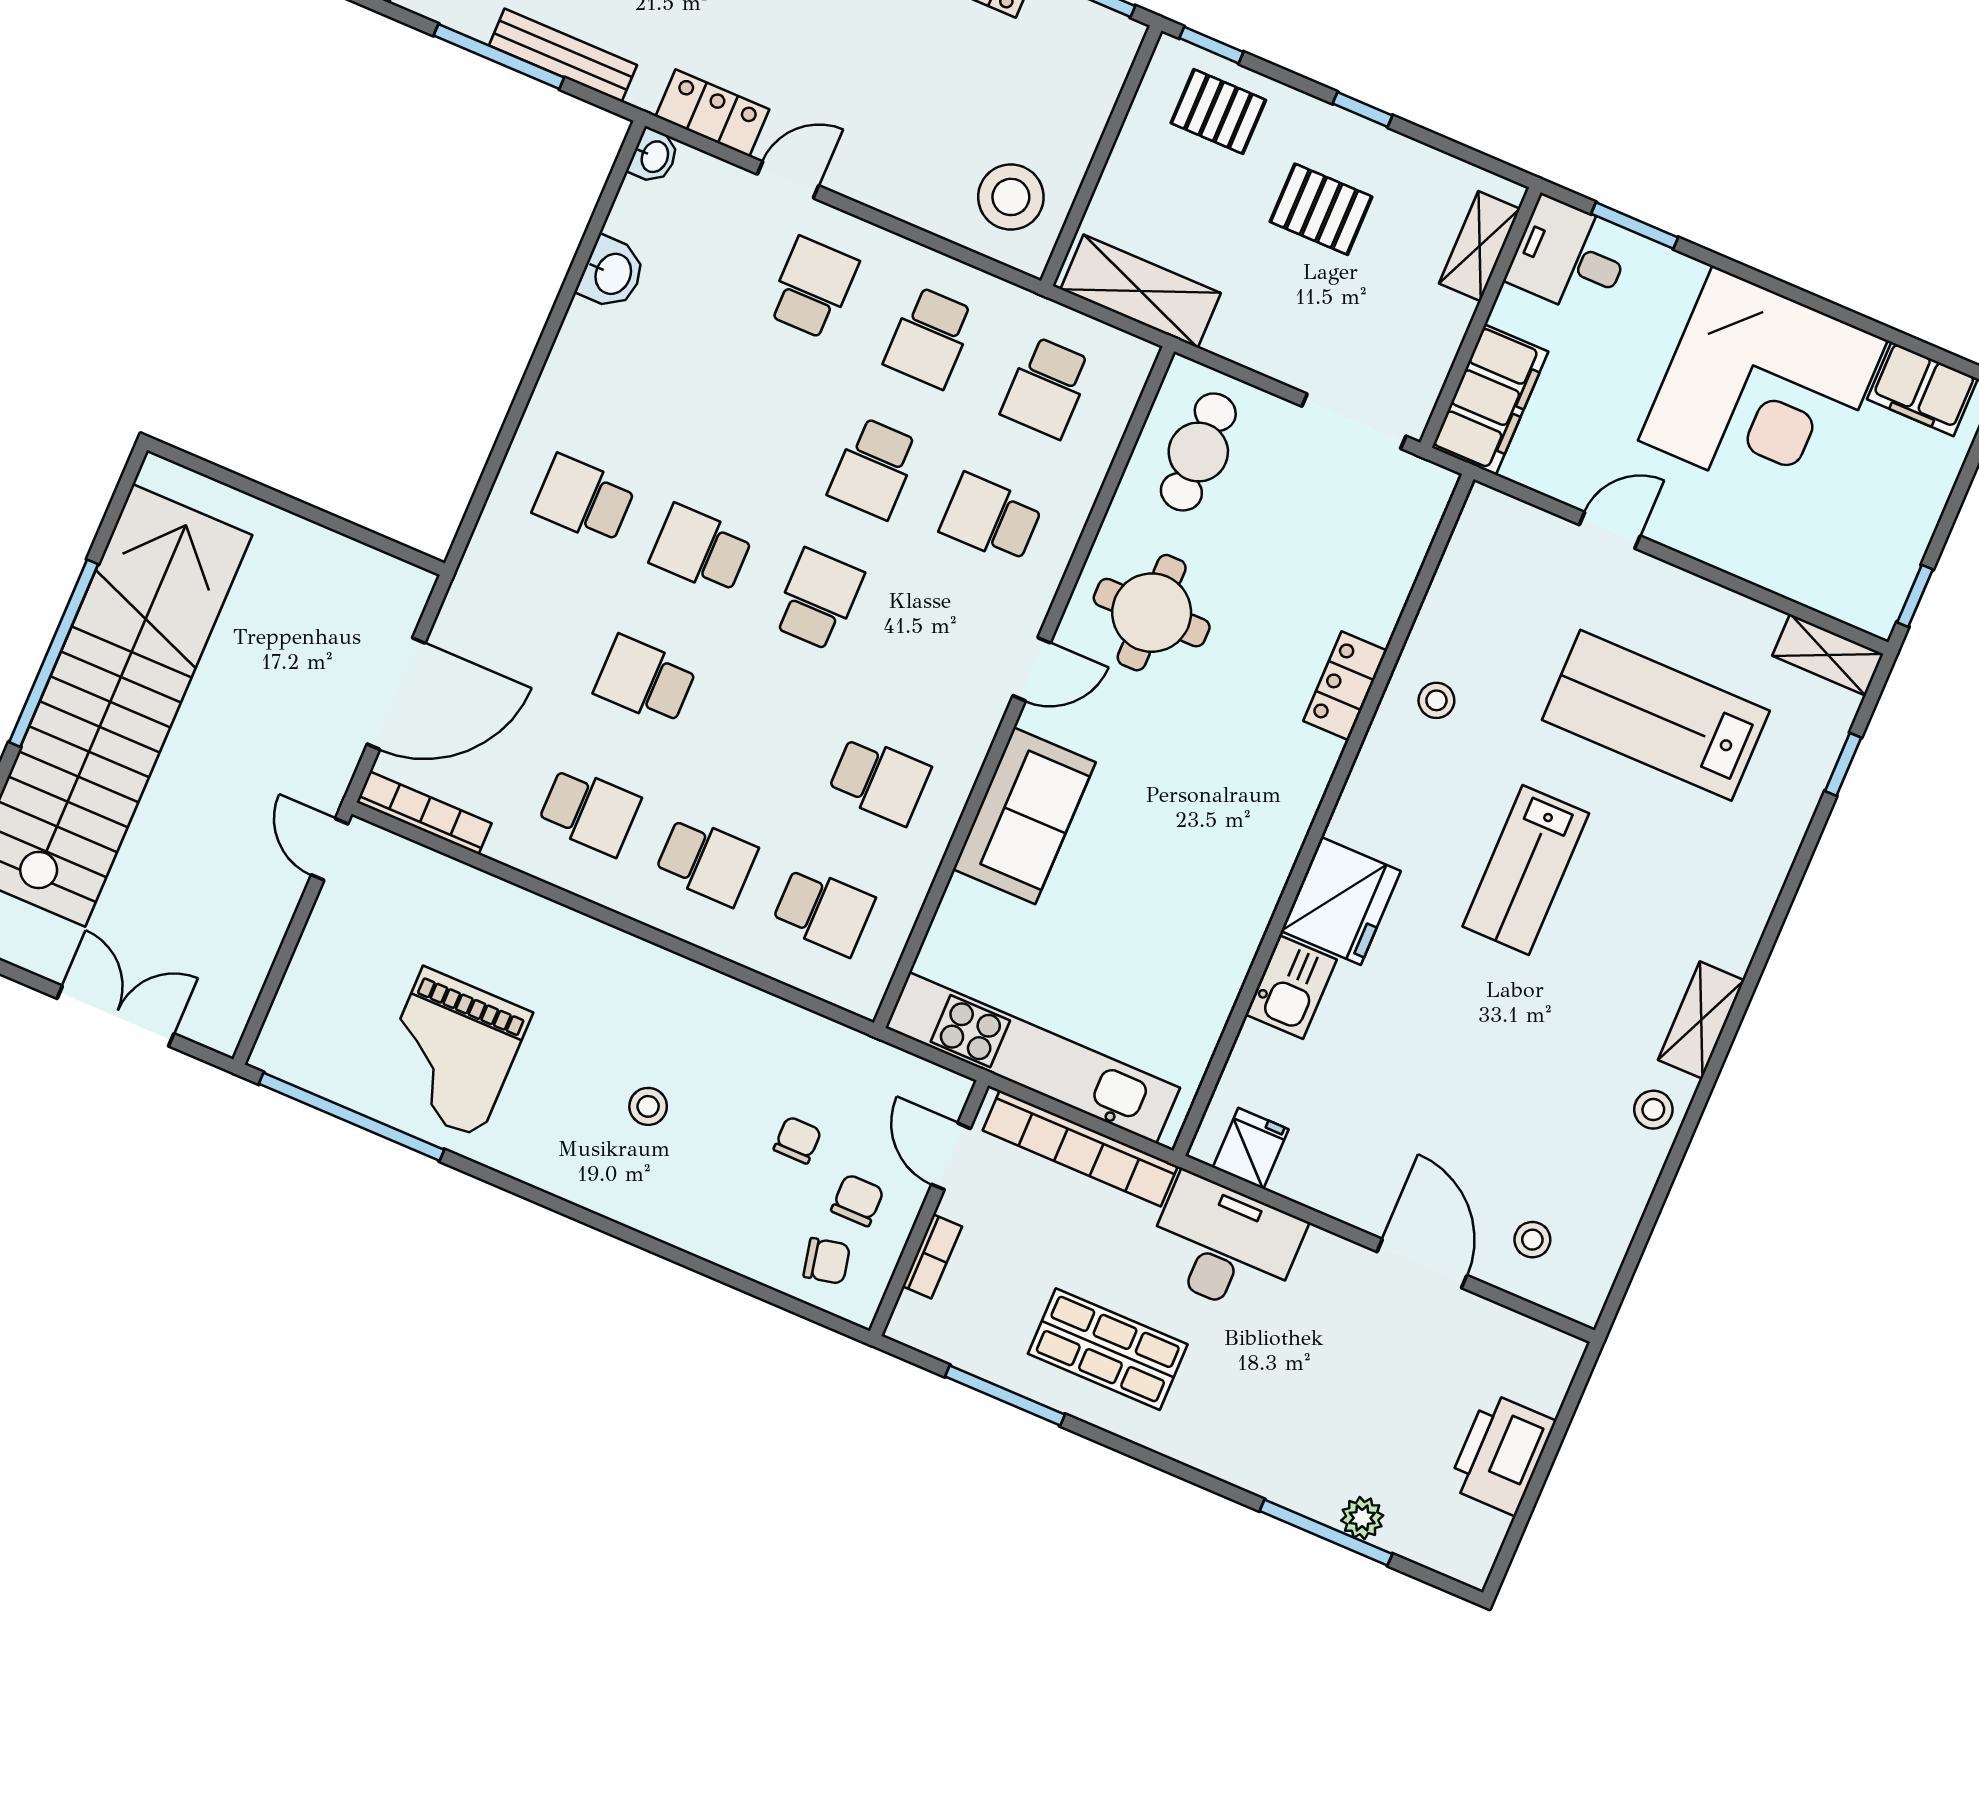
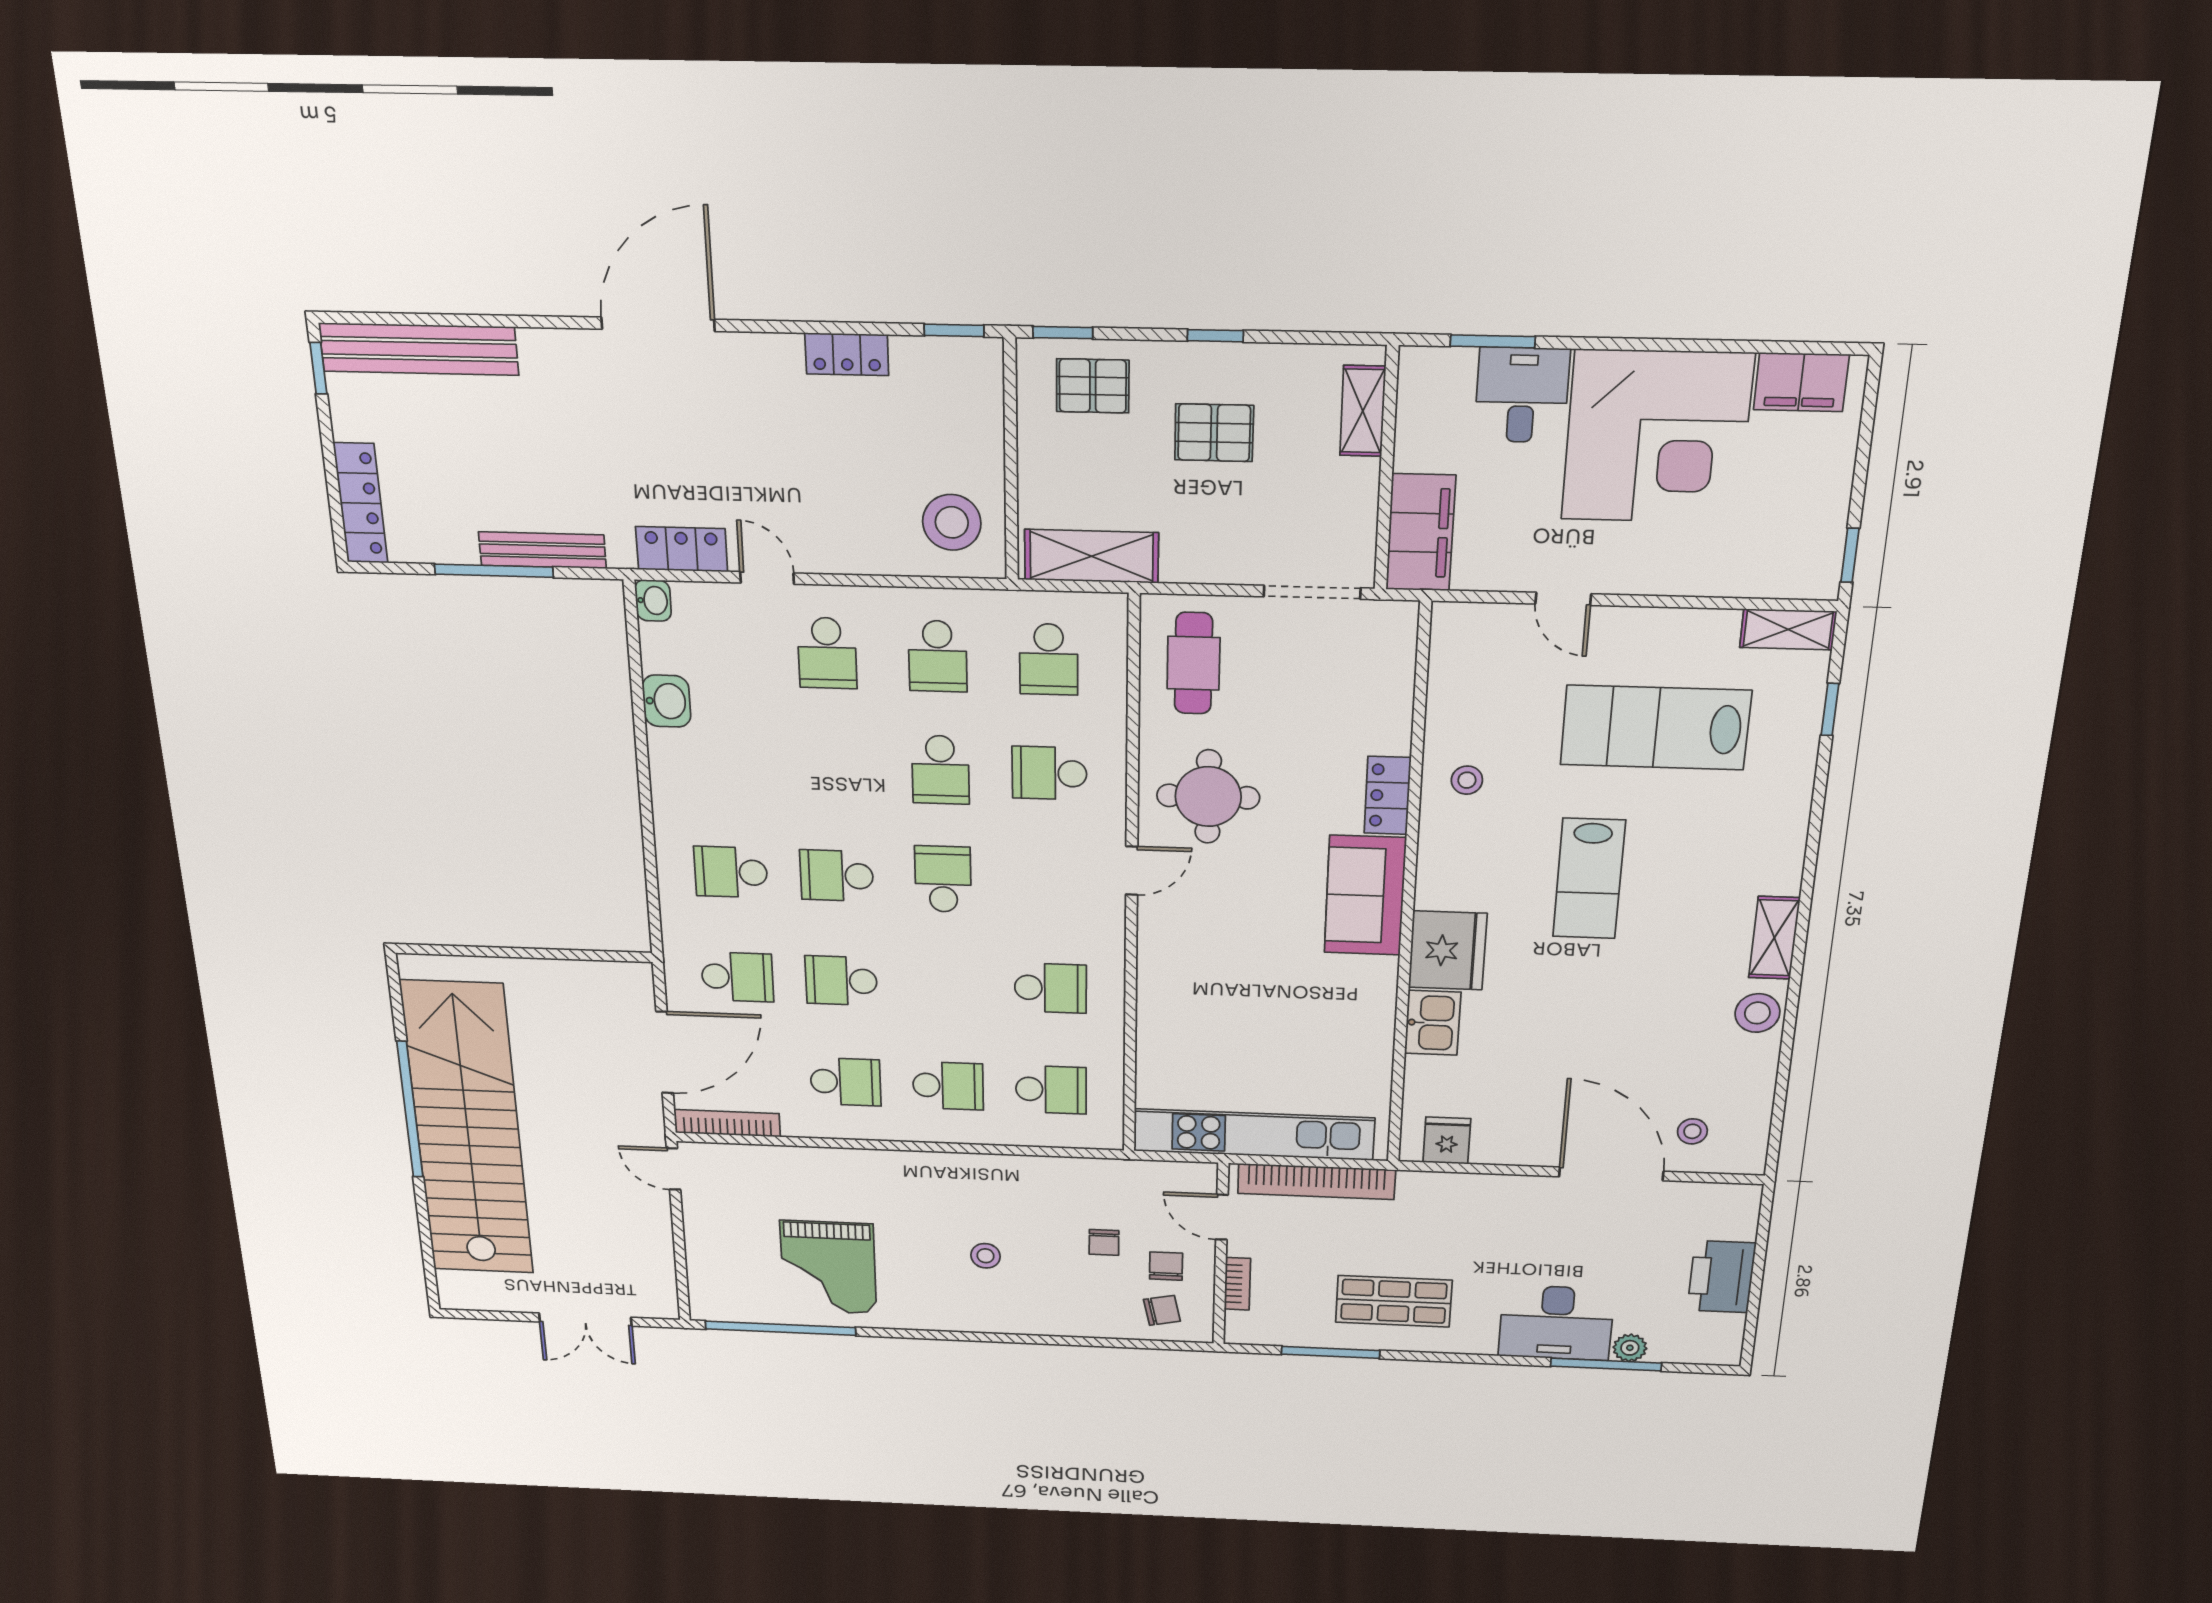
door: (788, 180) -> (767, 578), hinge flipped
desk: (1570, 257) -> (1522, 395), moved, turned 90
school desk: (813, 288) -> (827, 653), turned 180
door: (1610, 530) -> (1563, 599), swing flipped
school desk: (528, 630) -> (737, 977), added
sofa: (1024, 816) -> (1365, 895), moved, turned 180
double door: (115, 1016) -> (585, 1320), swing flipped
stool: (1653, 1110) -> (1757, 1013), width x1.37, depth x1.37
chair: (797, 1140) -> (1104, 1242), turned 180
desk: (1224, 1245) -> (1556, 1323), moved, turned 180
door: (1422, 1264) -> (1611, 1174), width x1.36

